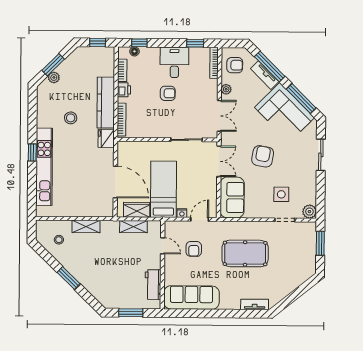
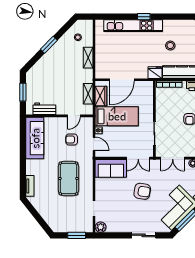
side table: (281, 194) -> (113, 206), removed

